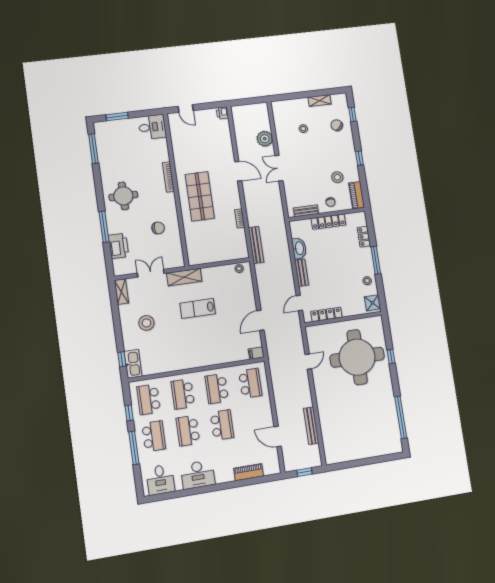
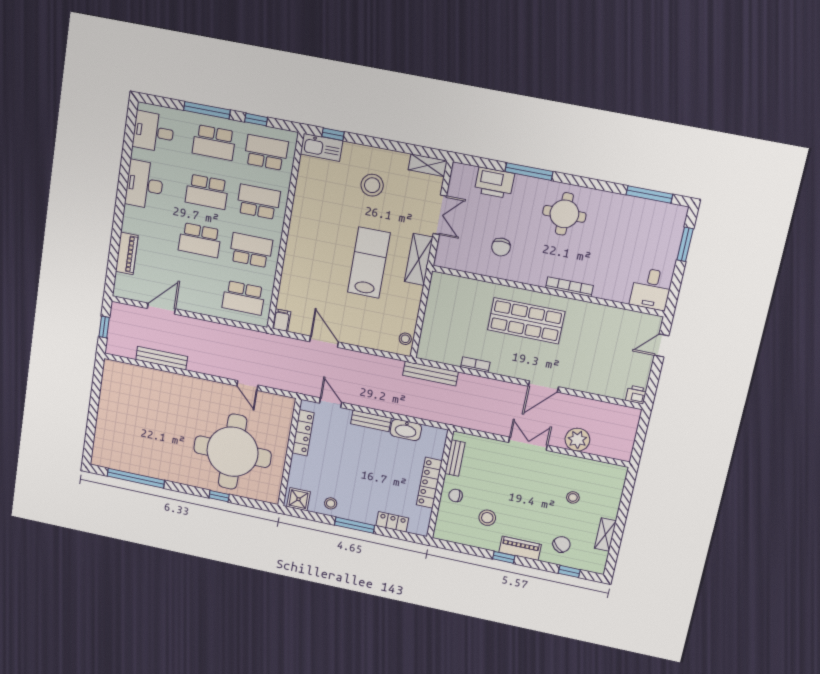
piano: (357, 195) -> (520, 548), moved
lab bench: (198, 308) -> (369, 263), width x1.36, depth x1.39
school desk: (188, 431) -> (207, 192), turned 180

